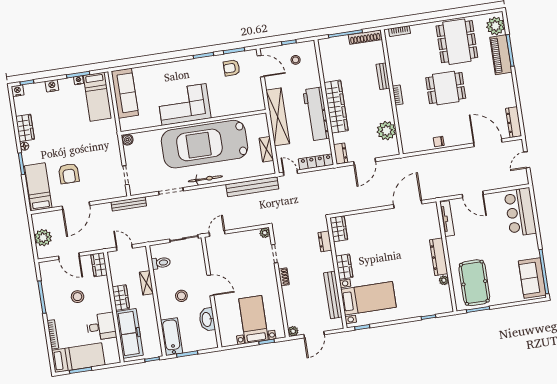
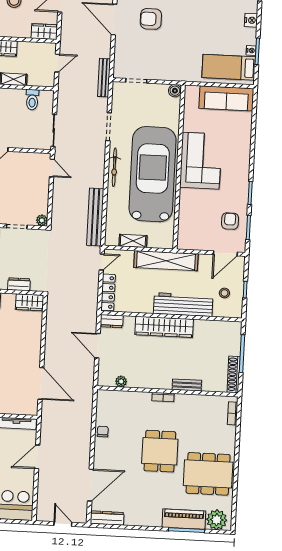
workbench: (316, 114) -> (183, 305), moved
plant: (386, 131) -> (121, 381), width x0.53, depth x0.53

